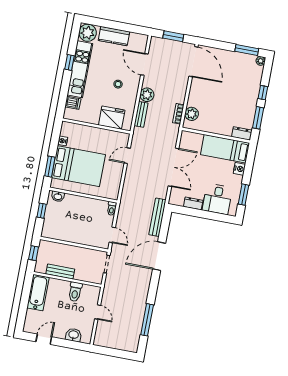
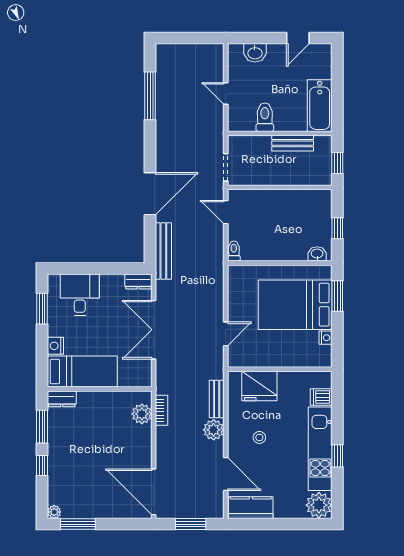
kitchen counter: (114, 36) -> (251, 508), moved
dresser: (193, 203) -> (138, 281), moved

